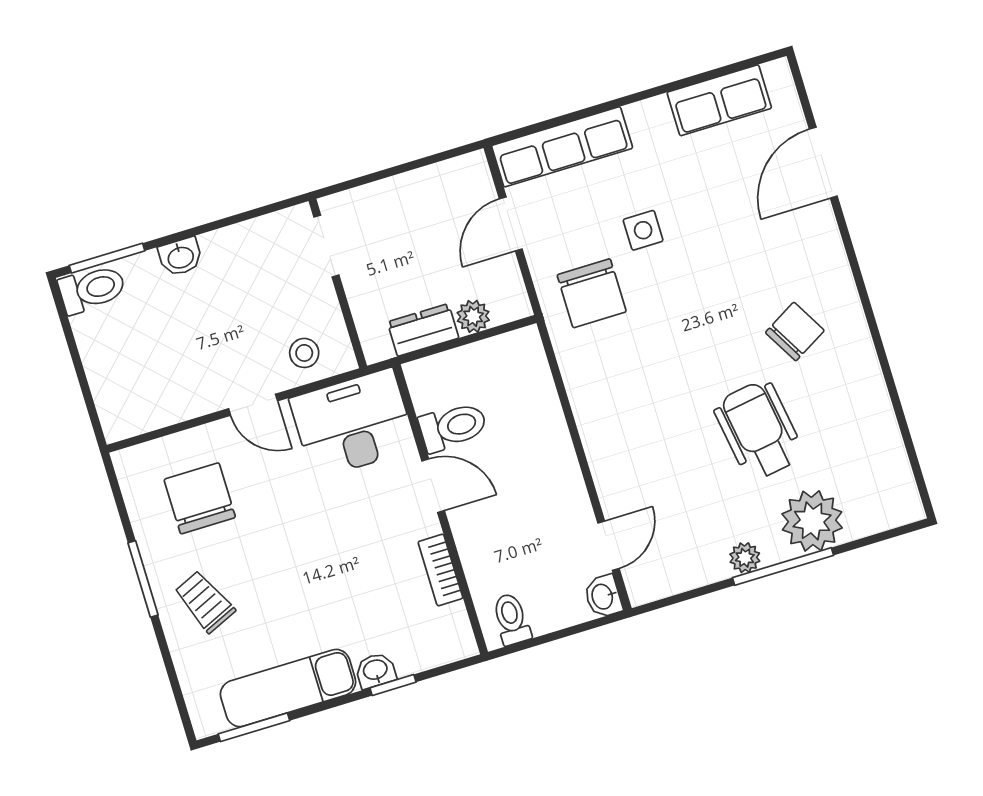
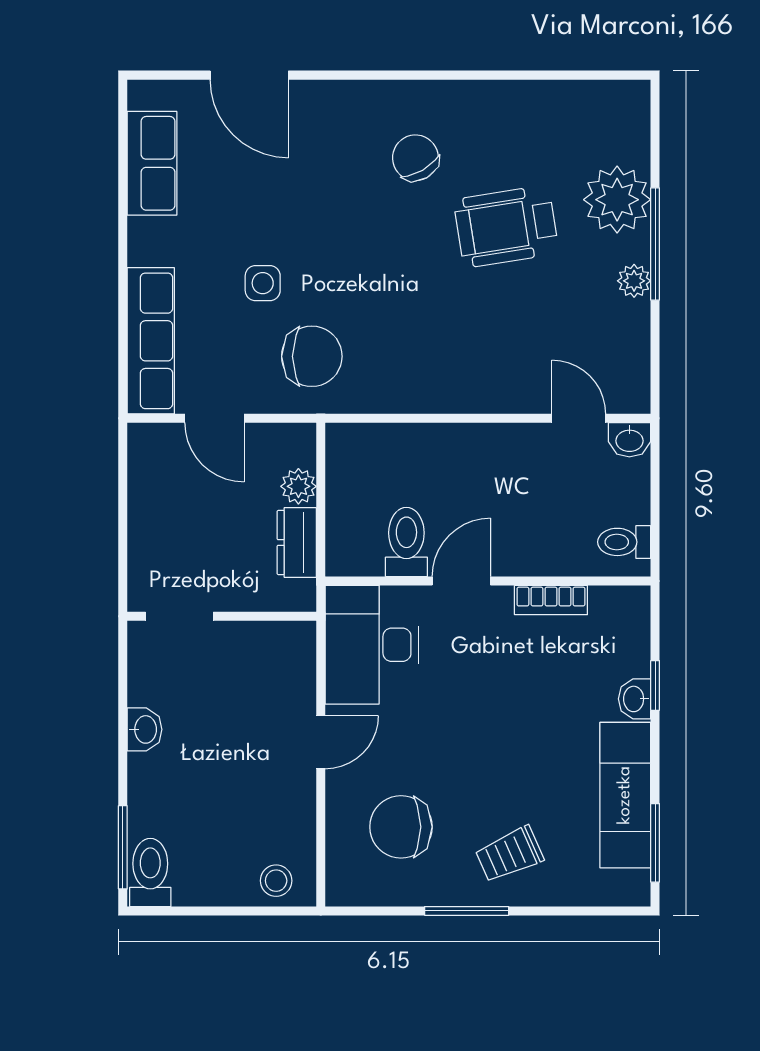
washbasin: (180, 257) -> (145, 729), moved
stool: (304, 353) -> (276, 881), moved

